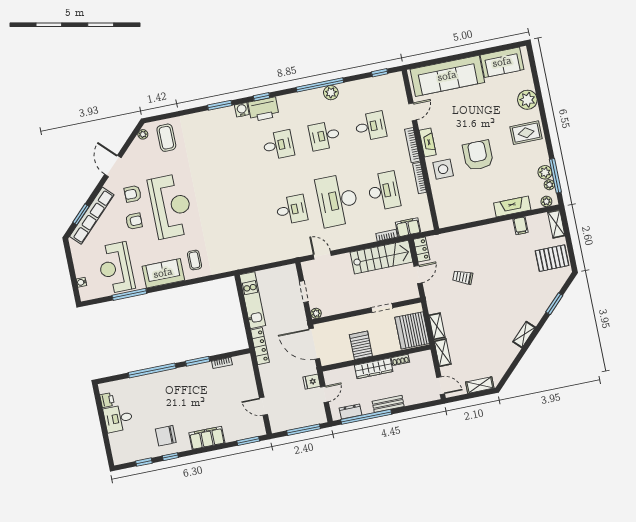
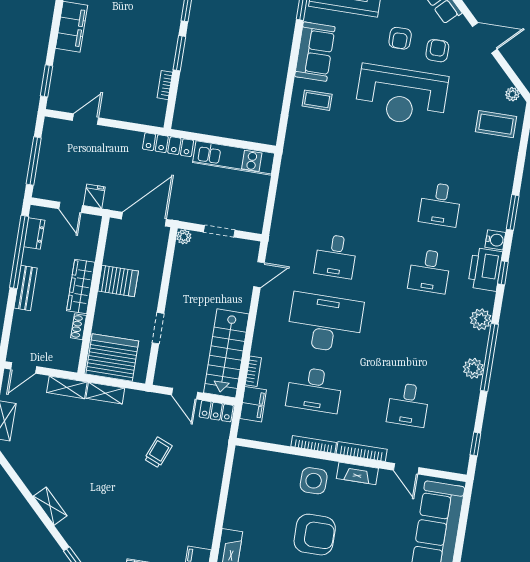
plant: (297, 100) -> (481, 319), added
desk: (324, 136) -> (440, 204), moved, turned 180

